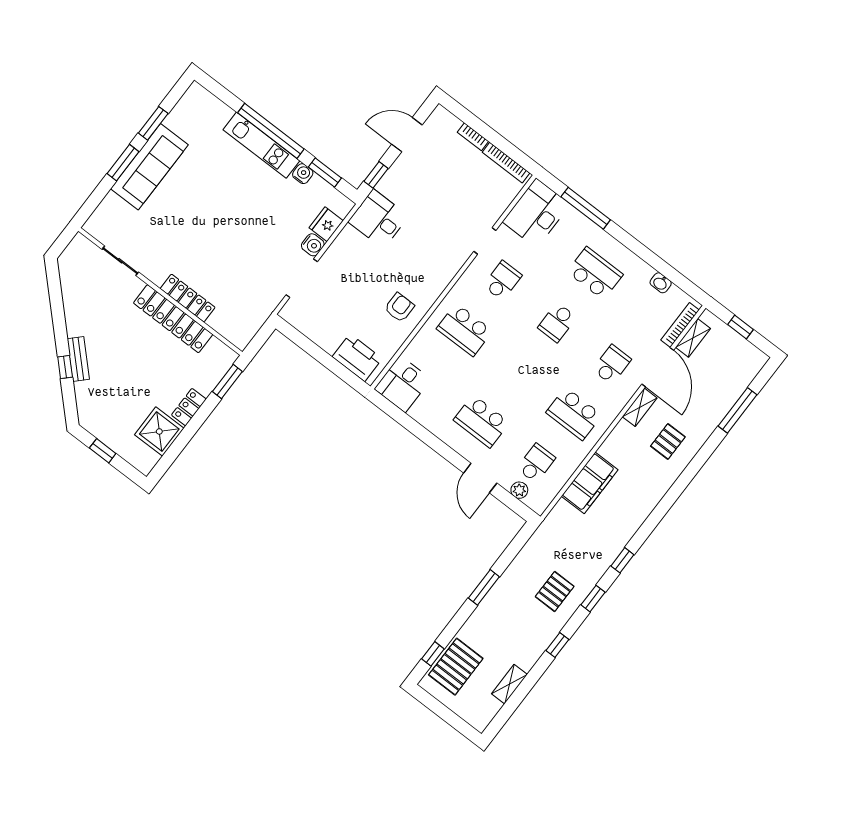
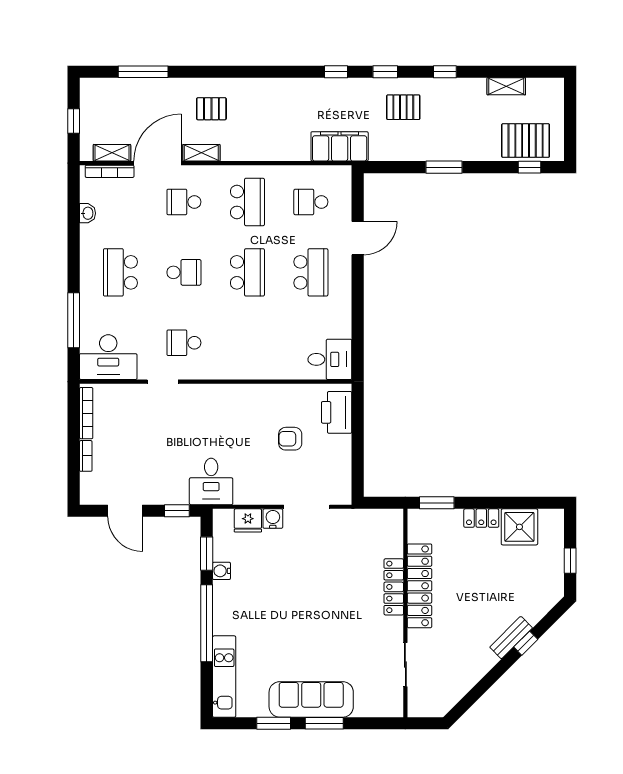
kitchen unit: (261, 145) -> (224, 677), moved
armchair: (399, 308) -> (290, 439), moved
school desk: (465, 330) -> (247, 272), moved
filing cabinet: (590, 483) -> (340, 146), moved
plant: (519, 490) -> (343, 199), removed

